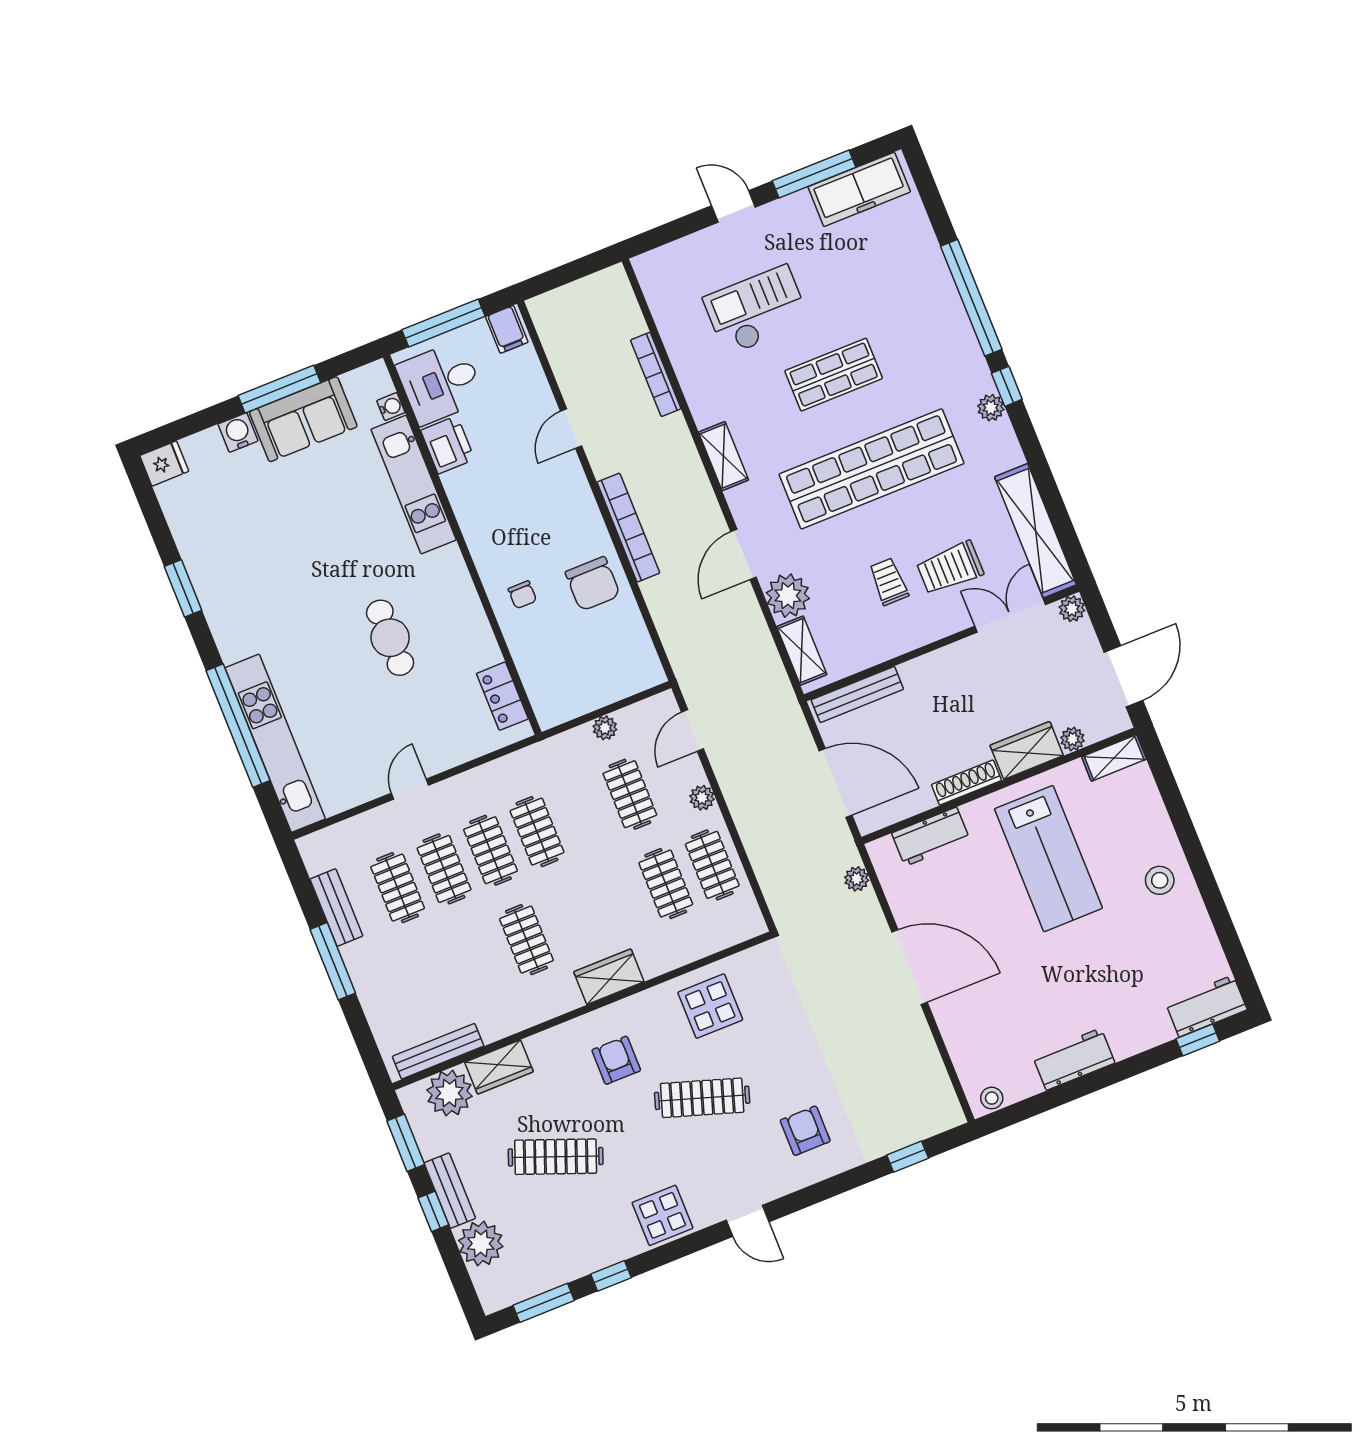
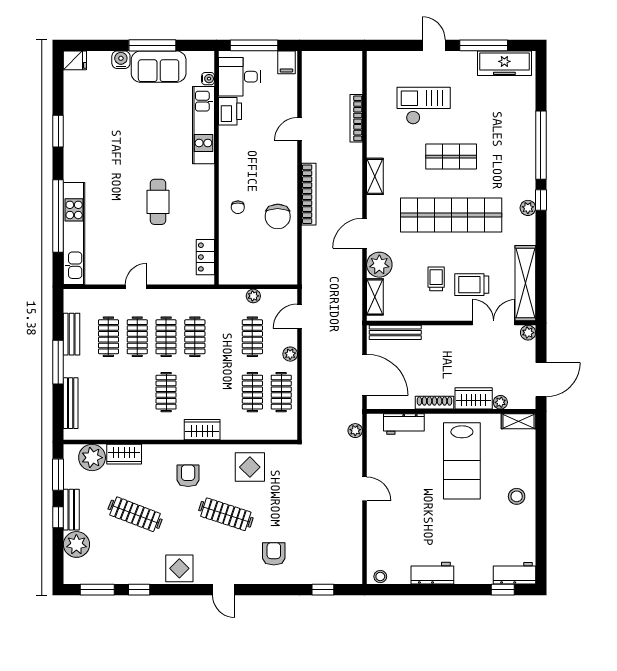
door: (909, 967) -> (365, 489), width x0.53
bench: (438, 1051) -> (71, 403), moved, turned 90

